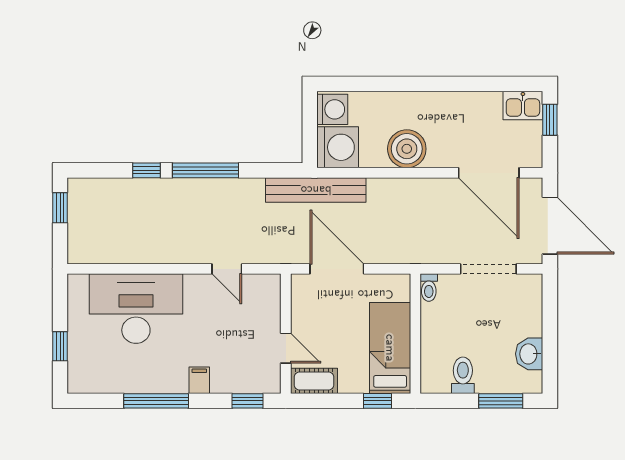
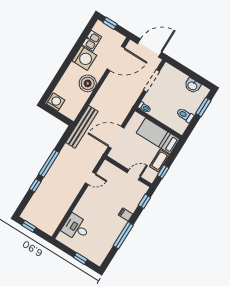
kitchen sink: (523, 105) -> (92, 41), moved
washing machine: (338, 147) -> (84, 58), moved, turned 90
desk: (136, 309) -> (76, 228), width x0.53, depth x0.77
cot: (314, 381) -> (160, 161), moved
window: (377, 401) -> (163, 172), moved

